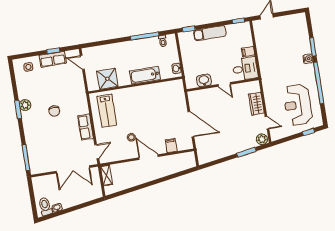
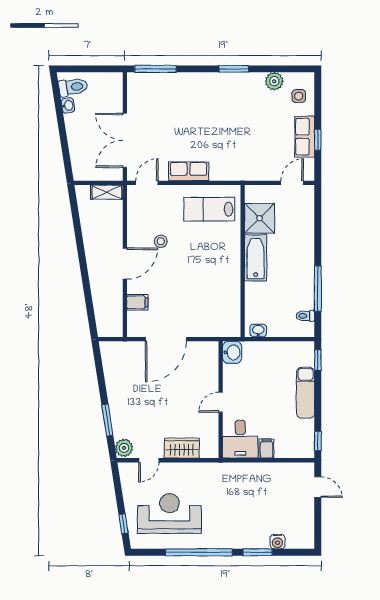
water cooler: (308, 59) -> (278, 542), moved
bathtub: (145, 75) -> (256, 258), moved
washbasin: (204, 80) -> (232, 352), moved
plant: (25, 105) -> (274, 81), moved
chair: (54, 111) -> (222, 126), removed
door: (97, 152) -> (147, 183), swing flipped

